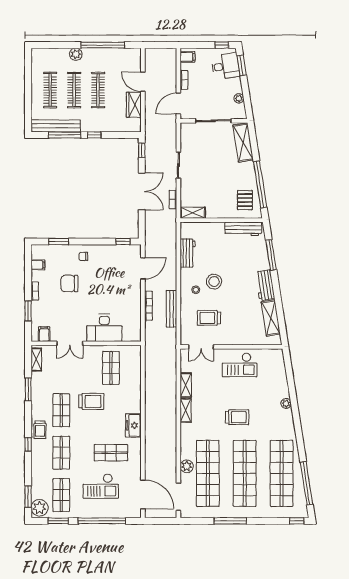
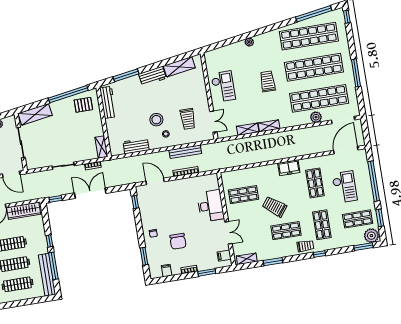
wardrobe: (134, 105) -> (24, 211), width x1.50
trolley: (91, 401) -> (274, 207), turned -52
shop shelf: (61, 453) -> (322, 225), turned 90

